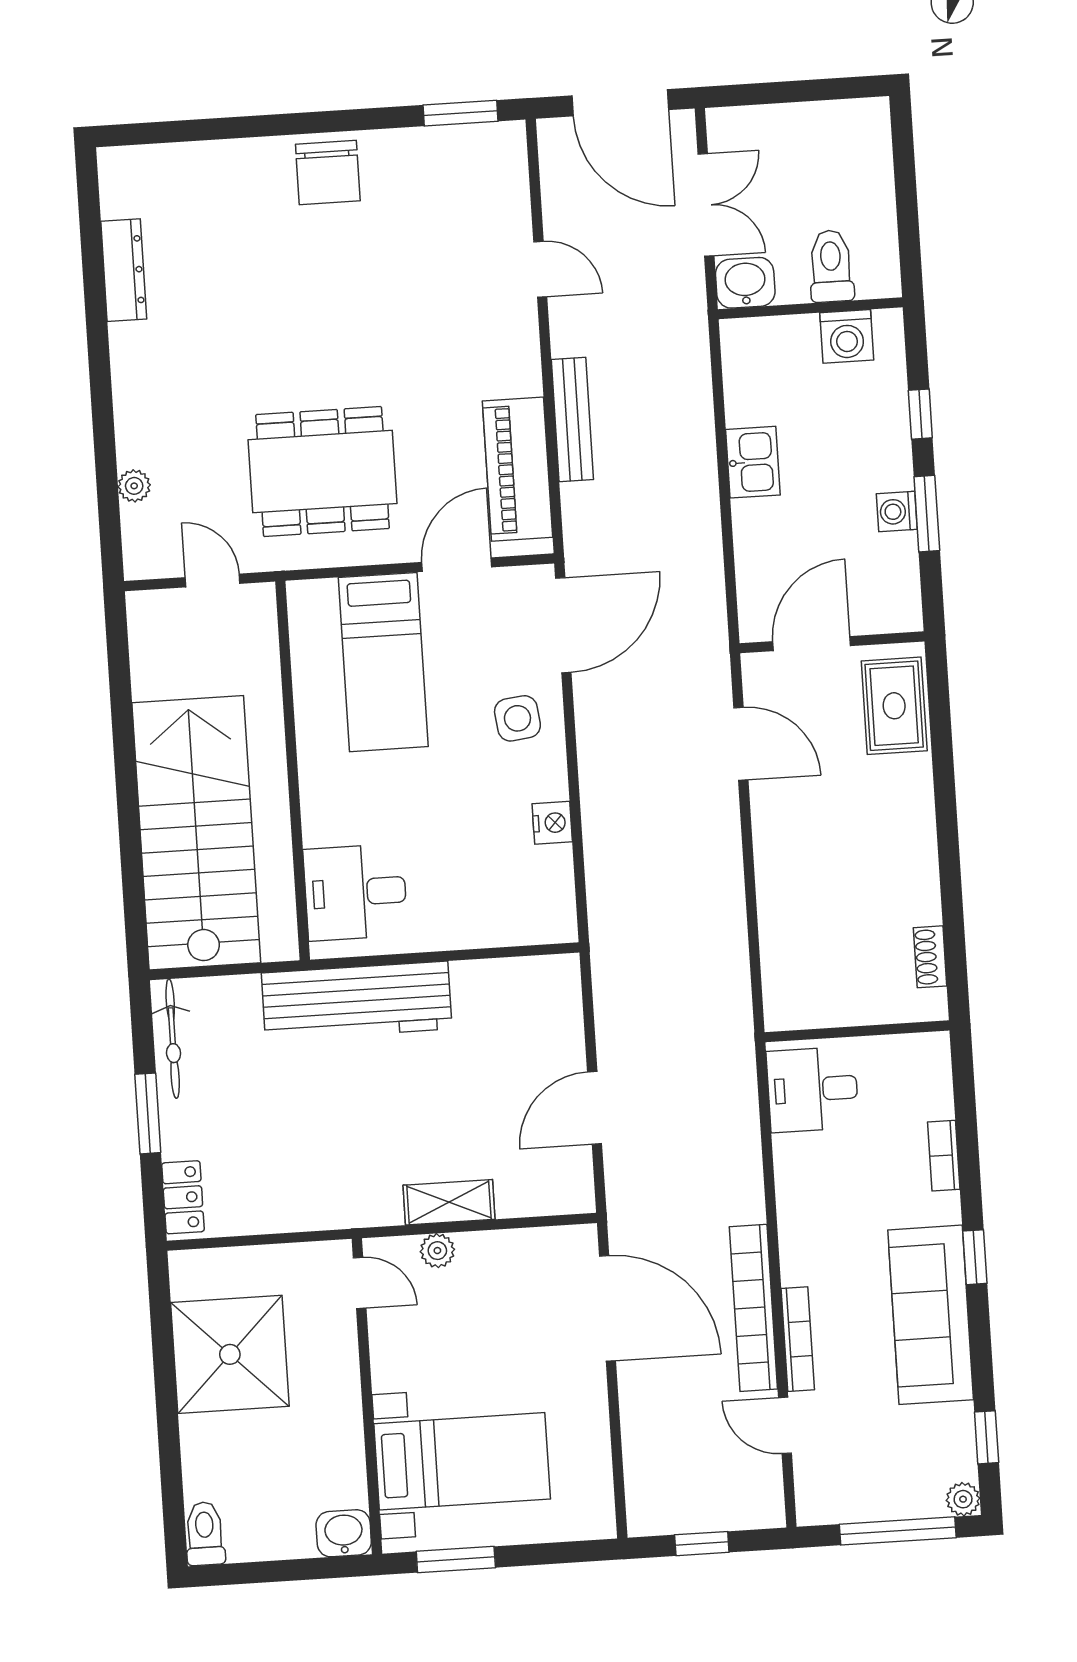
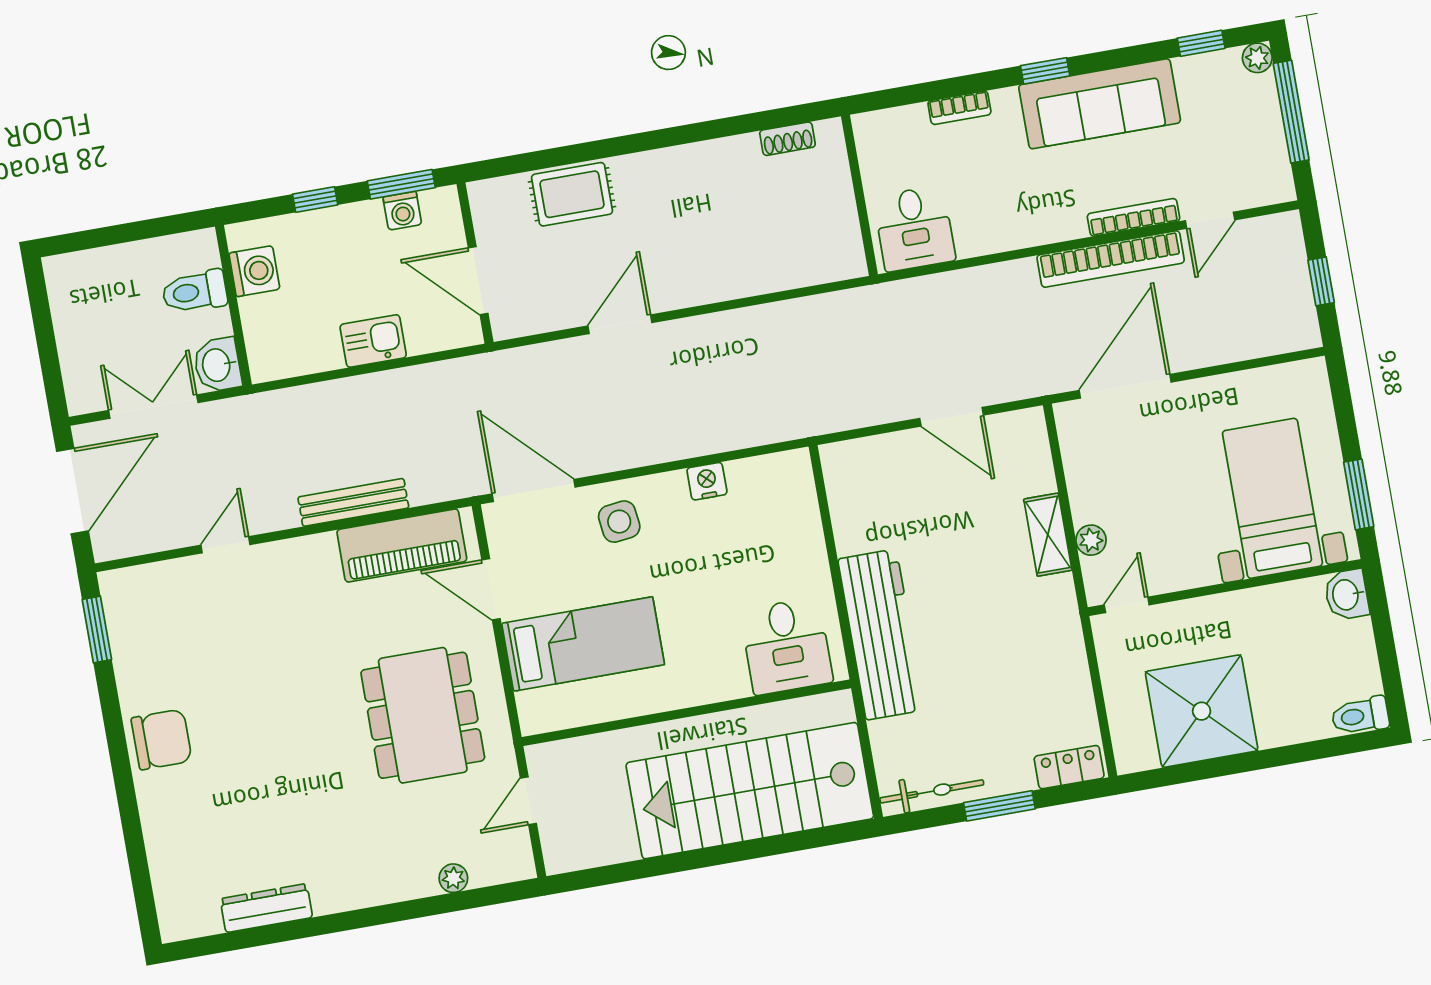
wall: (832, 642) -> (475, 263), moved
door: (812, 644) -> (478, 281), moved

